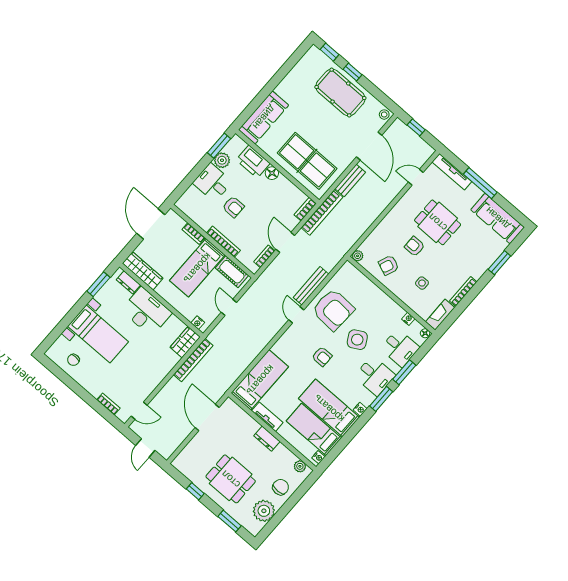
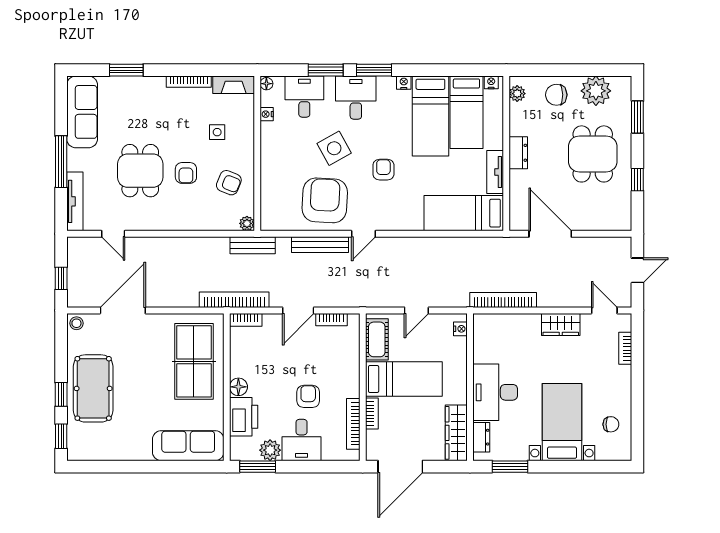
bench: (350, 180) -> (253, 245), moved
bookcase: (223, 242) -> (353, 424), moved
wardrobe: (185, 342) -> (561, 324), moved
door: (207, 417) -> (550, 234), swing flipped

